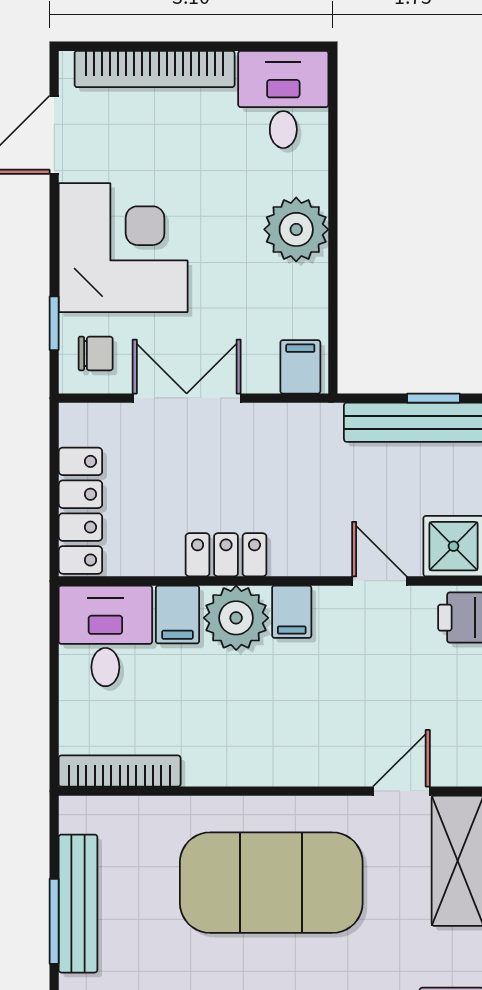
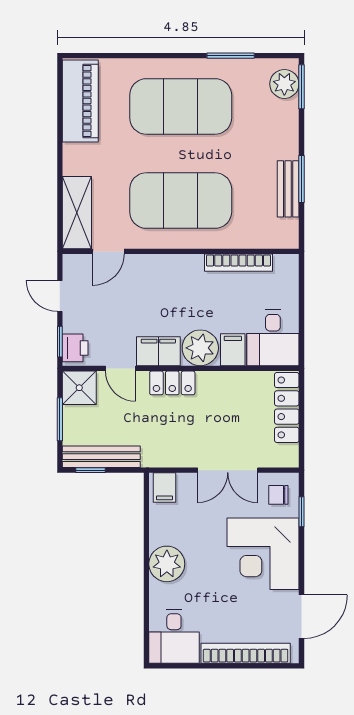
locker: (226, 555) -> (172, 383), moved
filing cabinet: (292, 612) -> (158, 351), width x2.00
bookcase: (120, 771) -> (239, 263), moved
bench: (78, 904) -> (288, 189), width x0.73

